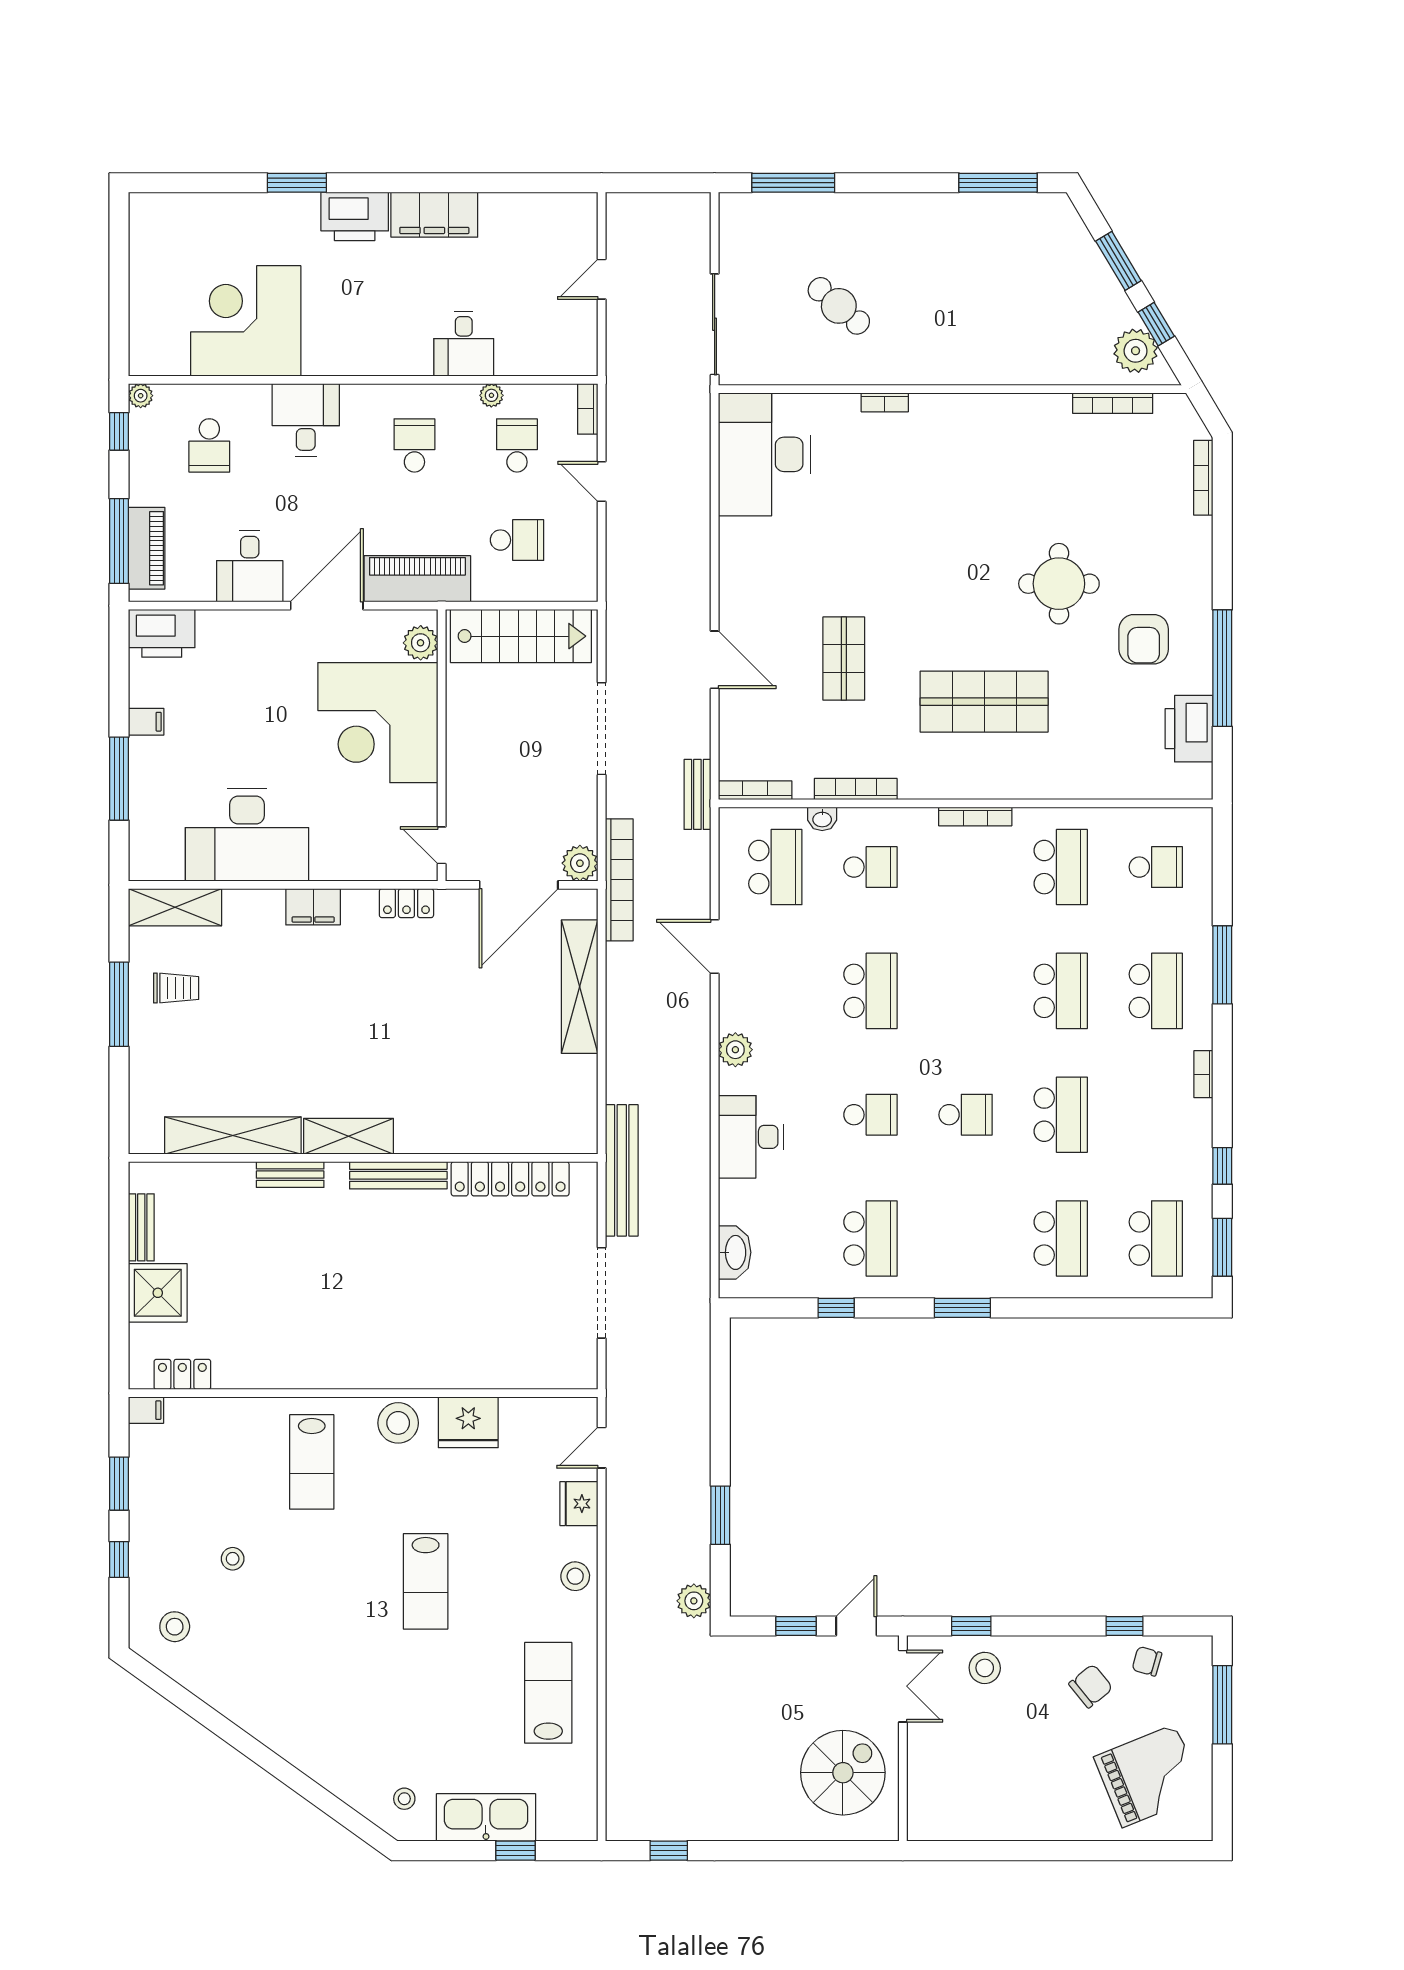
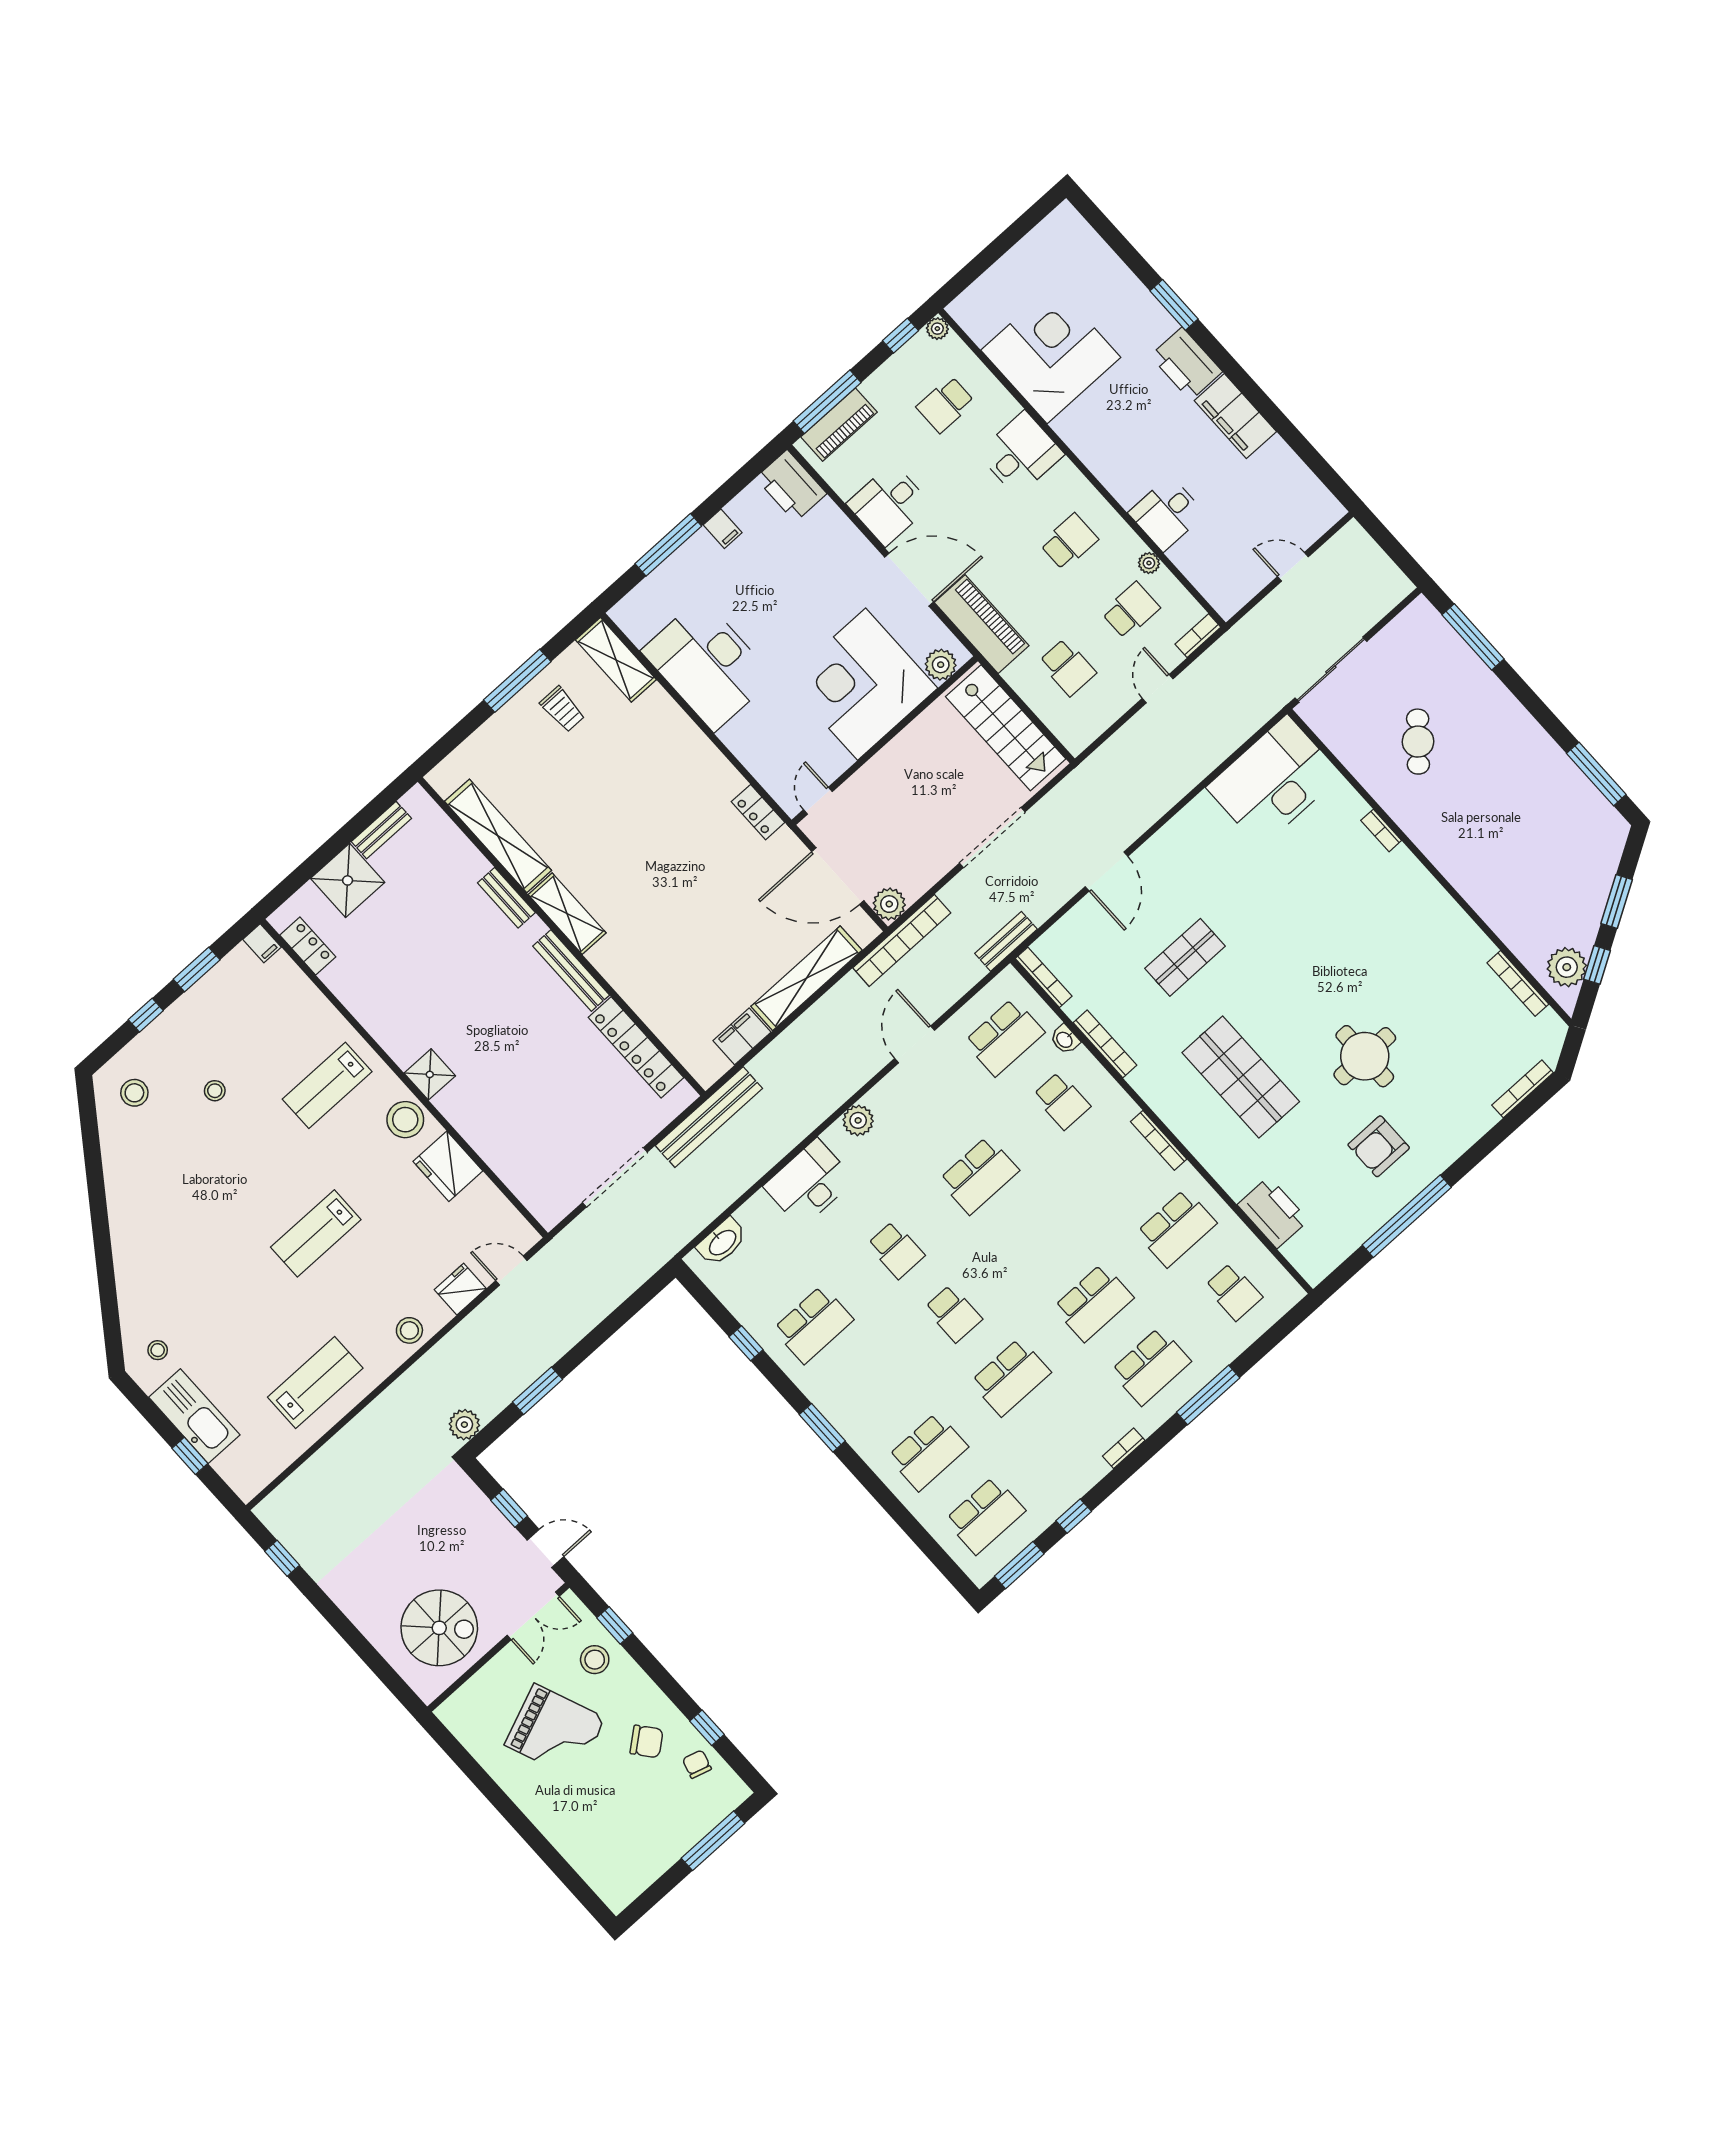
printer: (1189, 729) -> (1273, 1212), moved, turned 90
filing cabinet: (313, 907) -> (742, 1036), moved, turned 90
shower: (379, 1369) -> (430, 1074), added
grand piano: (1149, 1776) -> (555, 1731), moved

